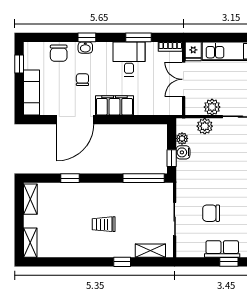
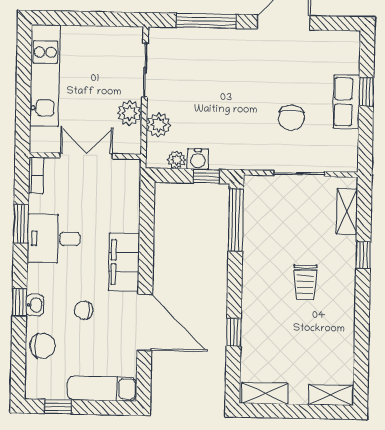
fridge: (193, 51) -> (44, 140), removed
double door: (184, 79) -> (86, 156), swing flipped

